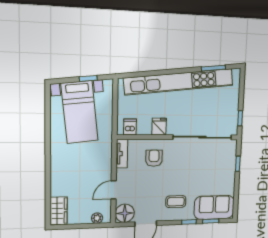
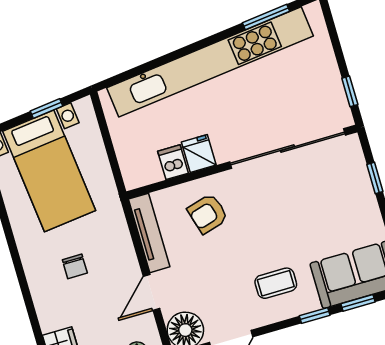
dishwasher: (130, 127) -> (173, 162), moved
tv unit: (122, 154) -> (149, 233), width x1.41
armchair: (154, 158) -> (208, 214), turned -106
chair: (78, 166) -> (75, 266), added

